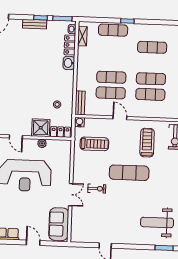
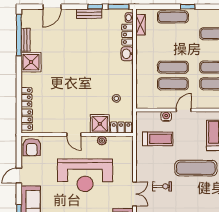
bench: (80, 103) -> (141, 96), removed
door: (120, 118) -> (184, 110), hinge flipped
water cooler: (79, 122) -> (166, 116), moved

